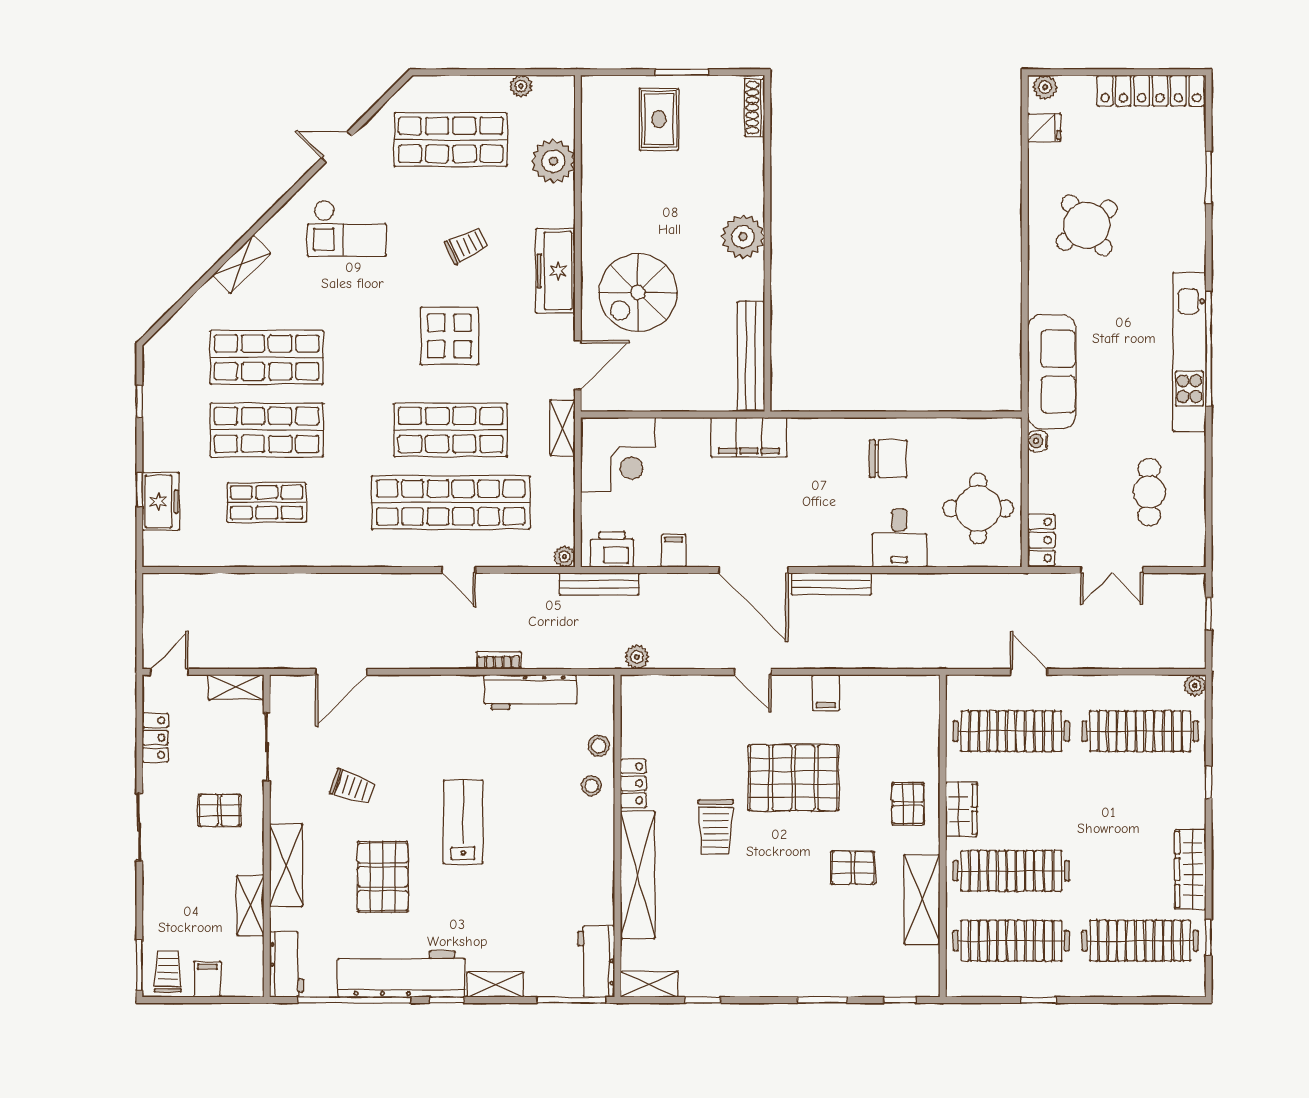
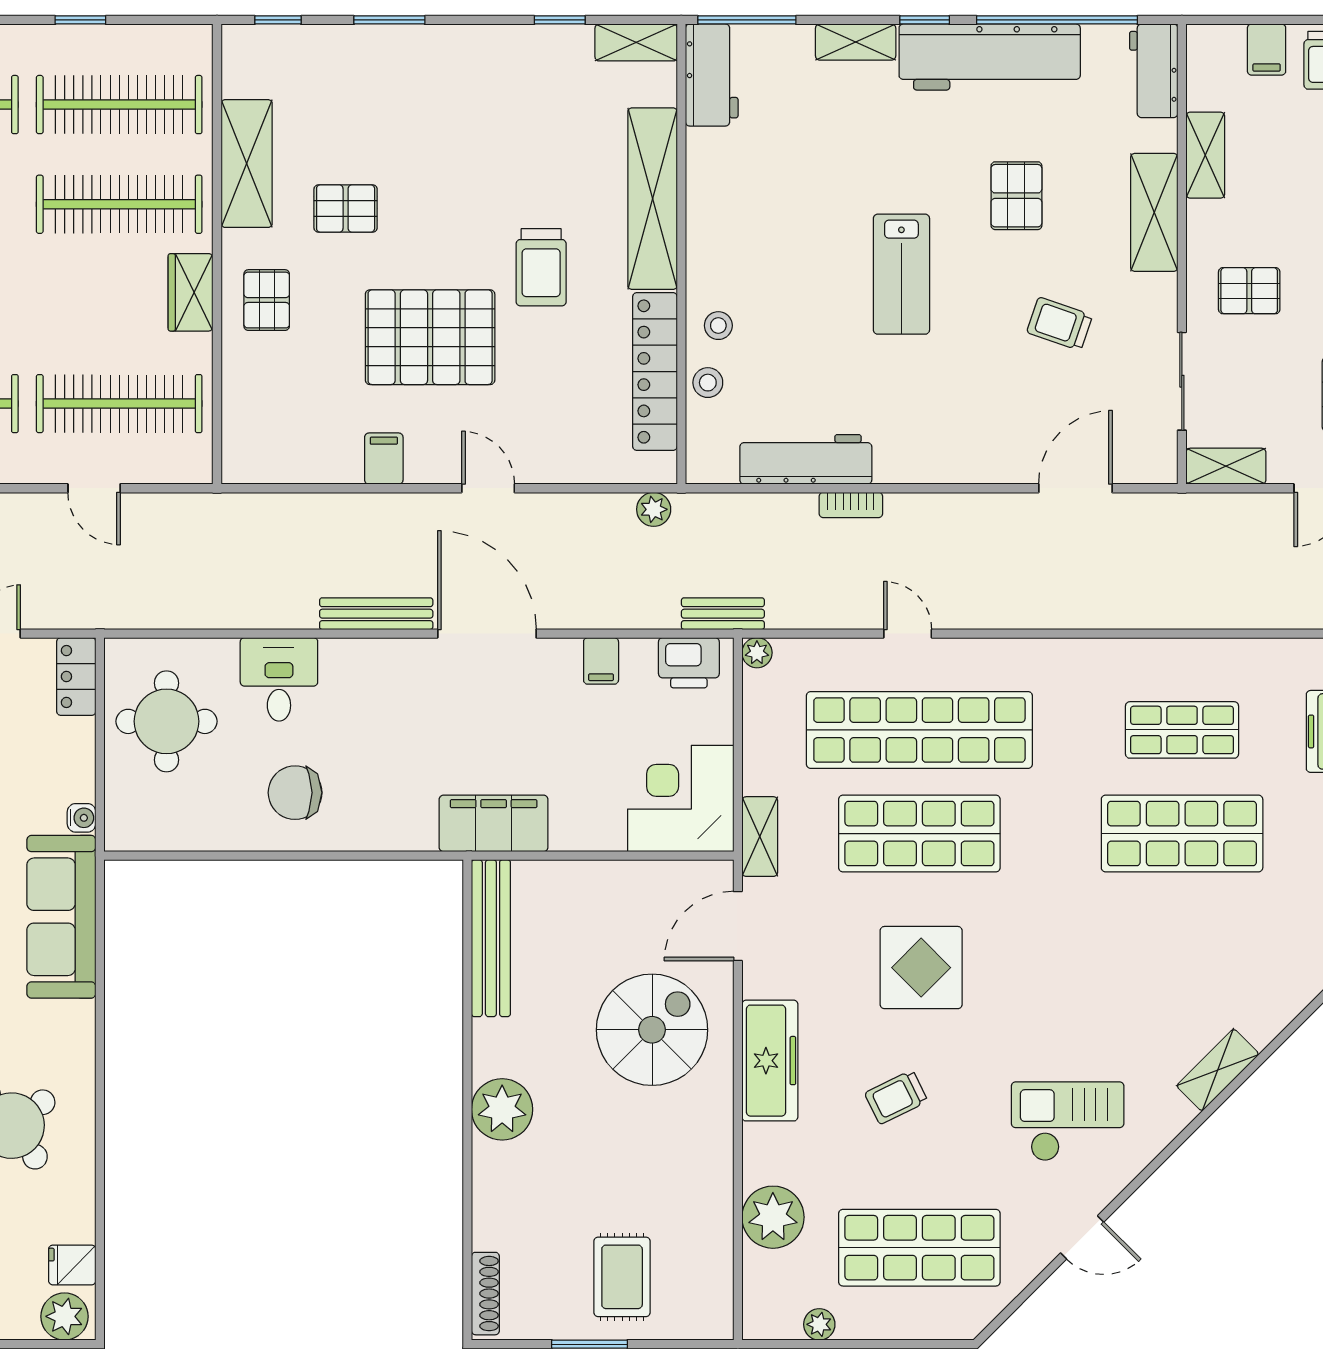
plant: (1045, 87) -> (65, 1316), width x1.38, depth x1.38
shop shelf: (267, 357) -> (1182, 937), removed
bench: (599, 584) -> (723, 614), width x0.73
locker: (633, 783) -> (655, 372), width x2.16, depth x1.21
trolley: (716, 827) -> (541, 267), turned 180
pallet: (383, 877) -> (1016, 196), width x0.67, depth x0.71

